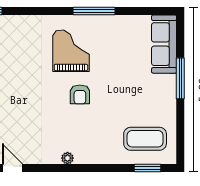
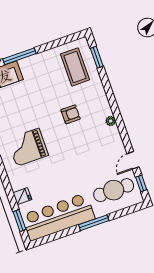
fridge: (16, 24) -> (22, 196), added
armchair: (80, 94) -> (71, 114), moved

